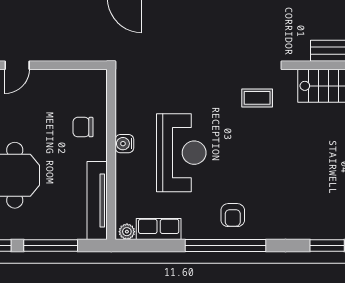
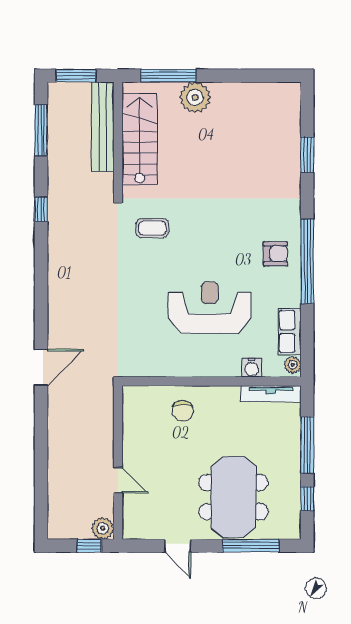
coffee table: (257, 98) -> (152, 228), turned 90
water cooler: (124, 144) -> (252, 367), moved
tv unit: (97, 200) -> (271, 394), width x0.73, depth x0.78

